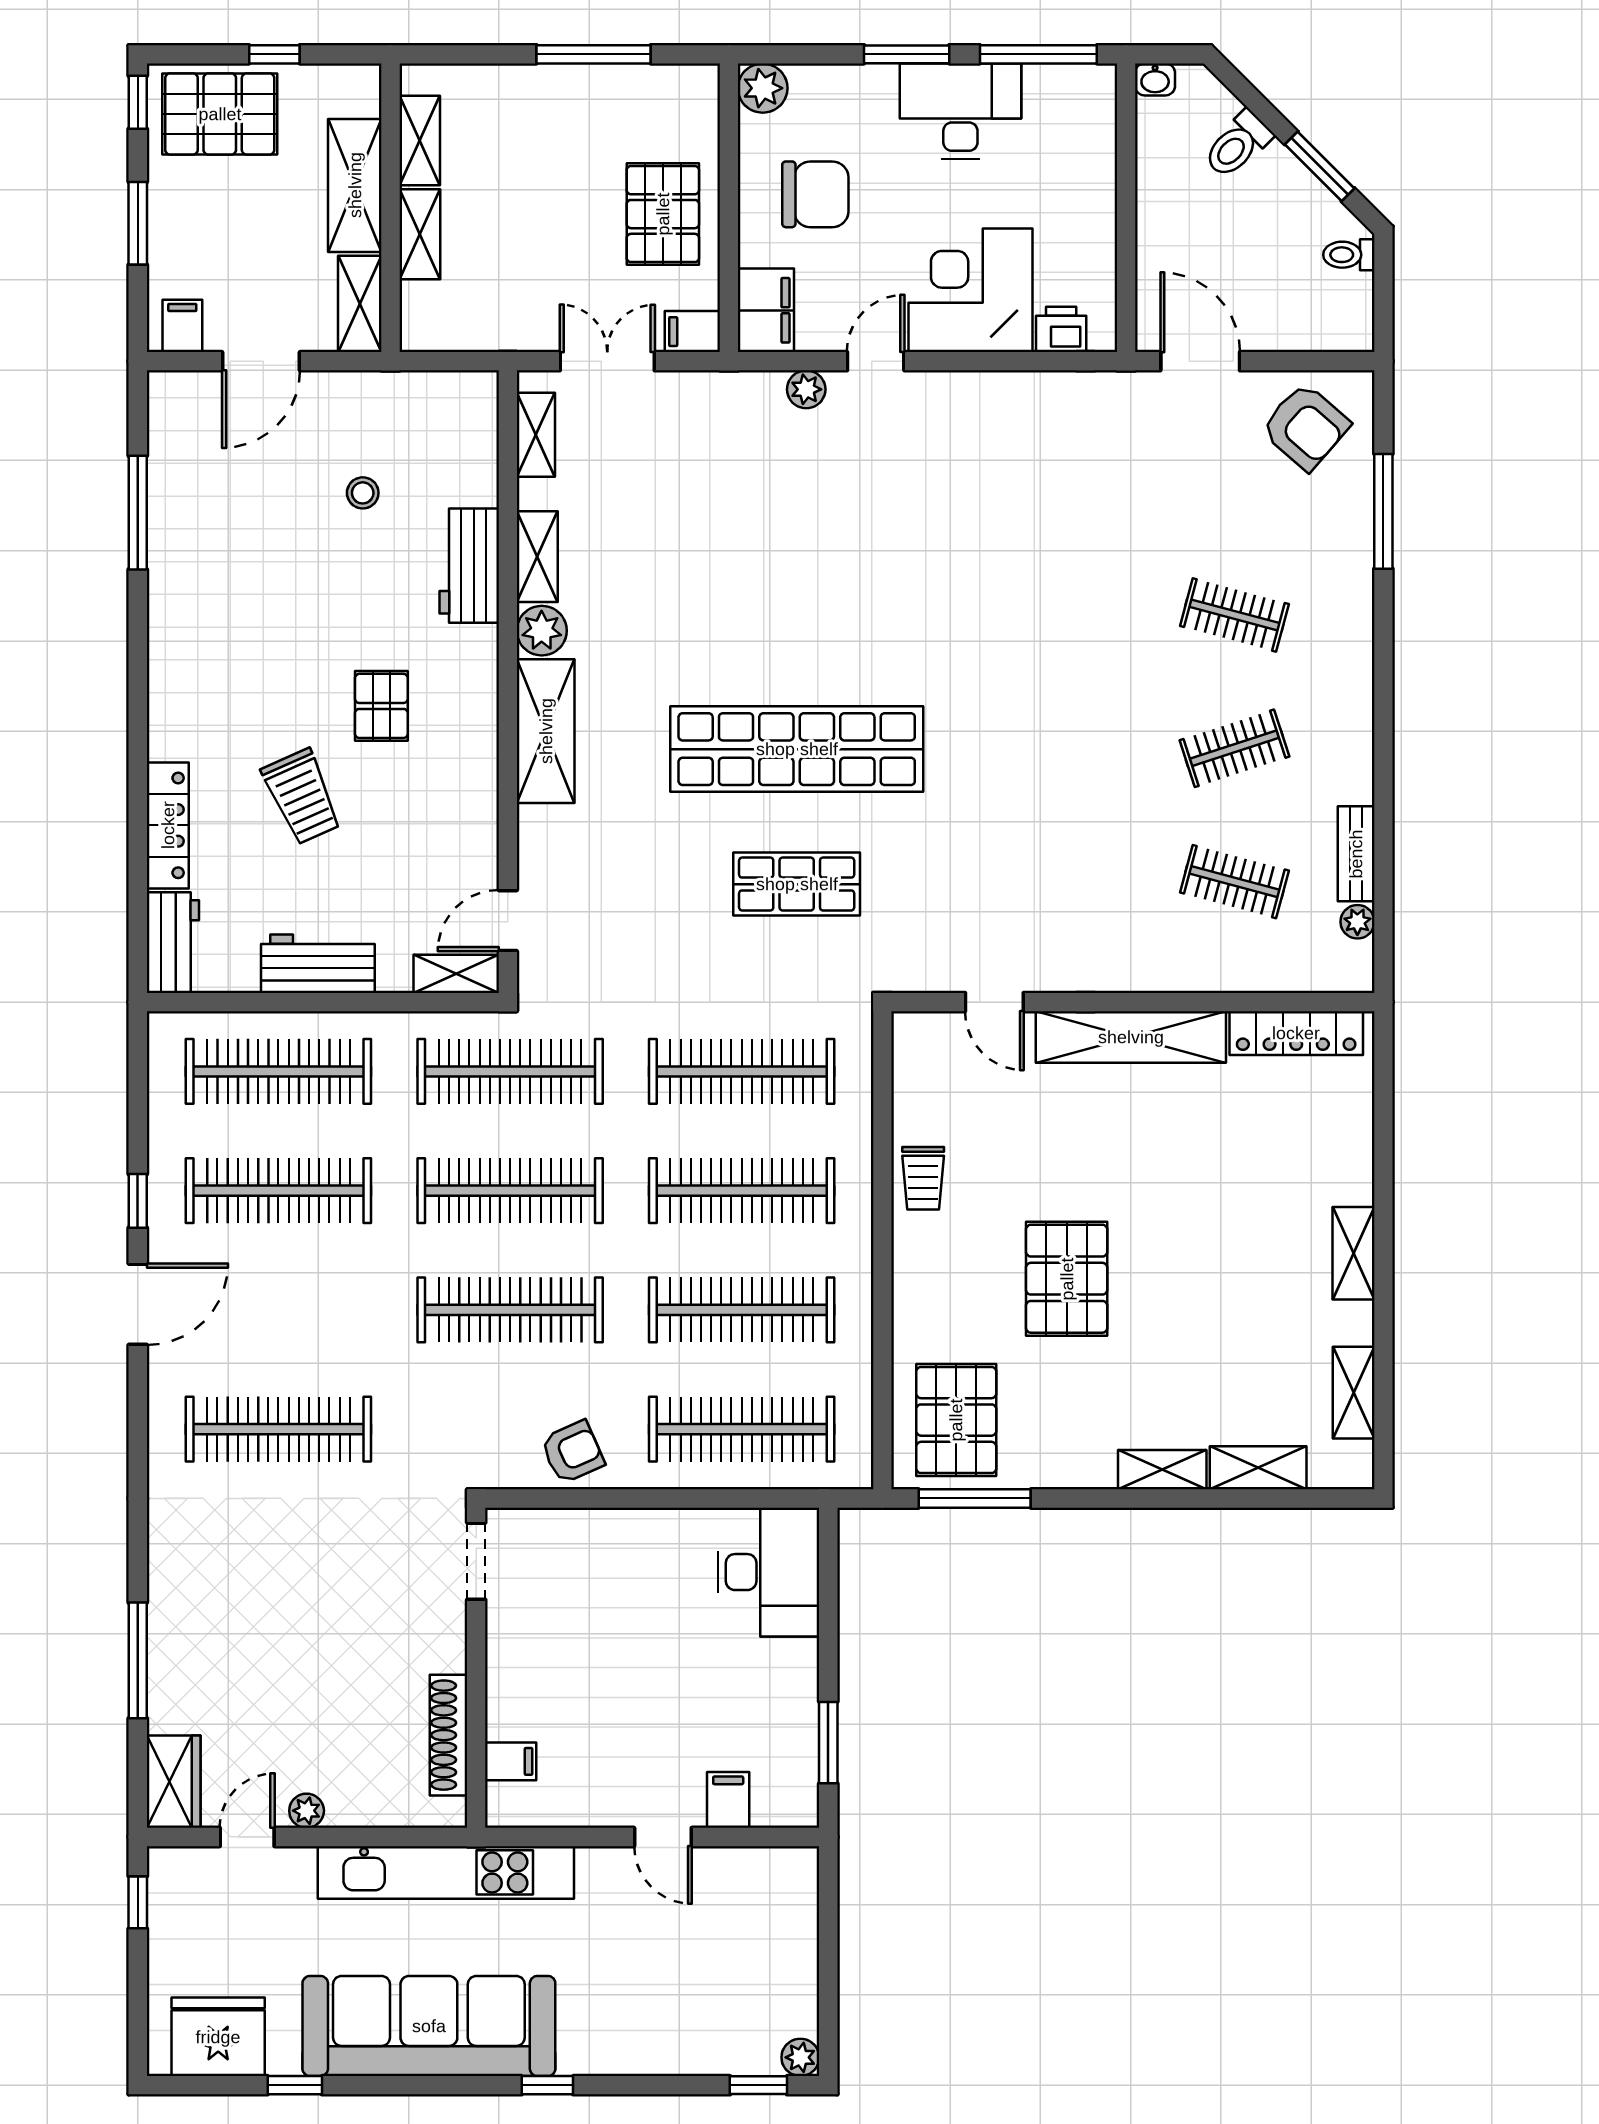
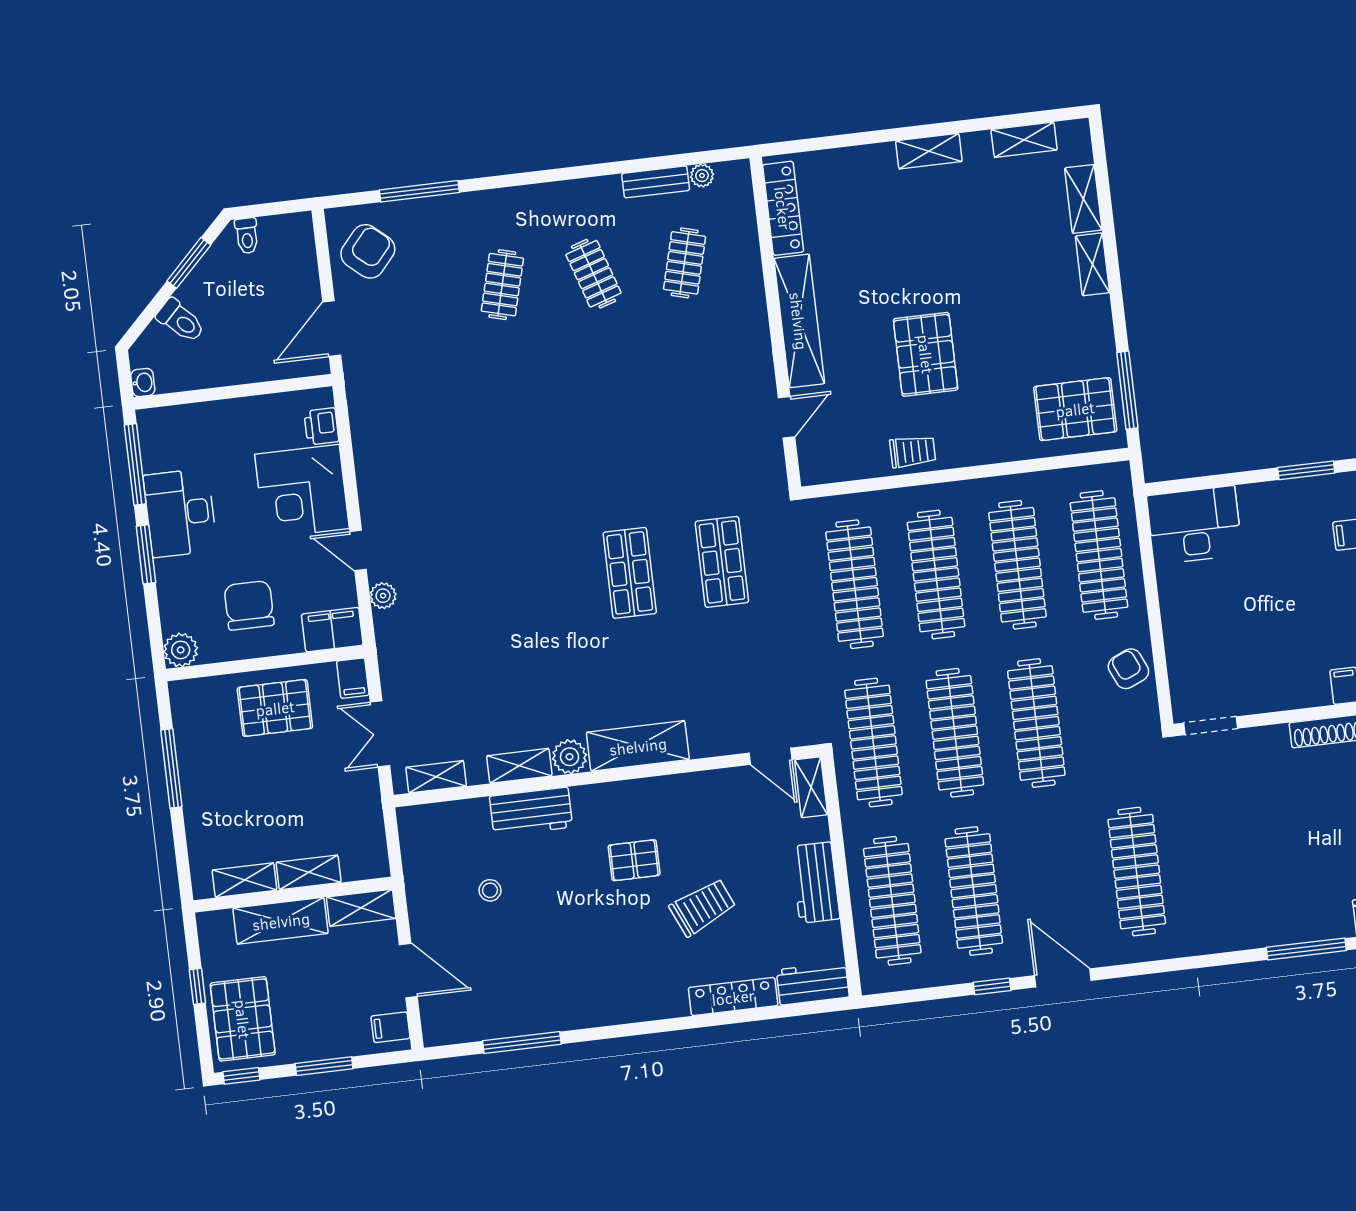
shop shelf: (797, 749) -> (630, 573), width x0.50, depth x0.74
pallet: (1067, 1279) -> (926, 354), moved, turned 90

